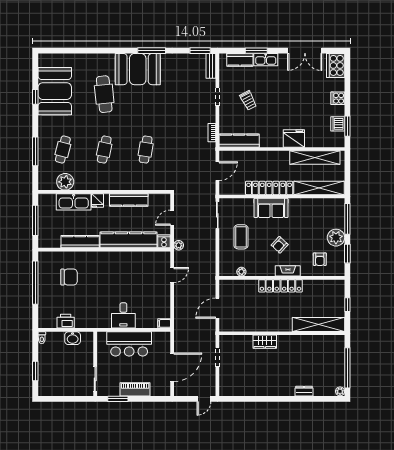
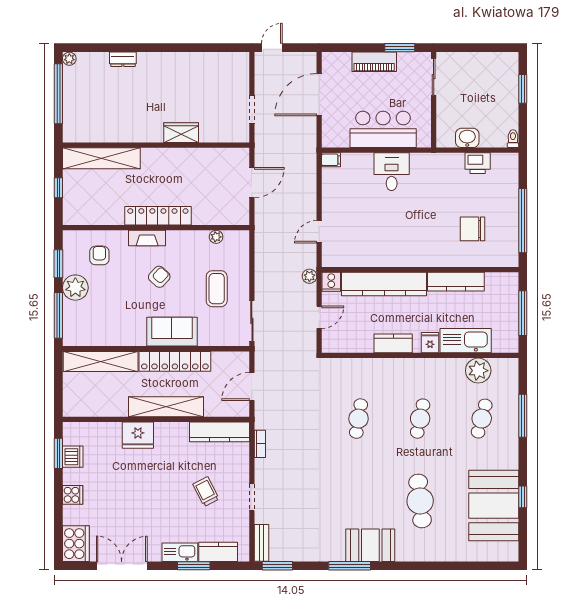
booth: (138, 69) -> (370, 545), width x0.73, depth x0.70
shelving: (315, 157) -> (166, 407), moved
kitchen counter: (129, 200) -> (393, 343), width x0.67

